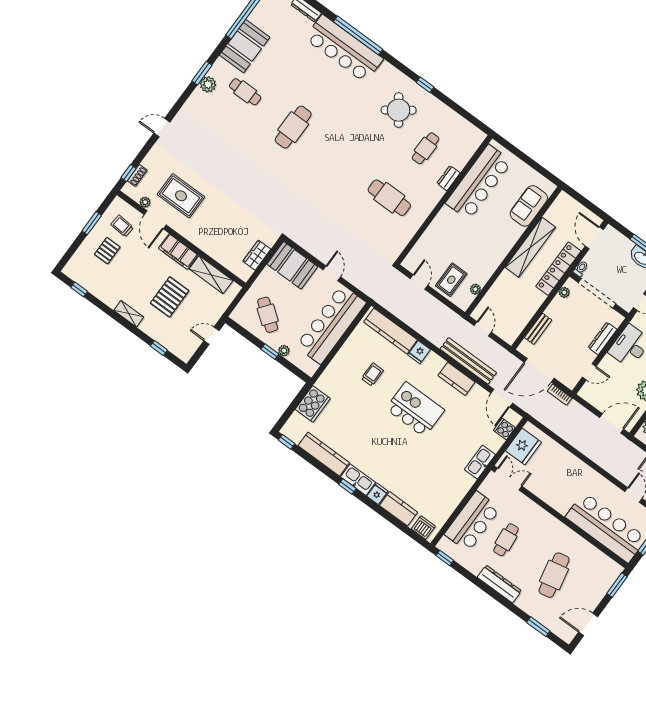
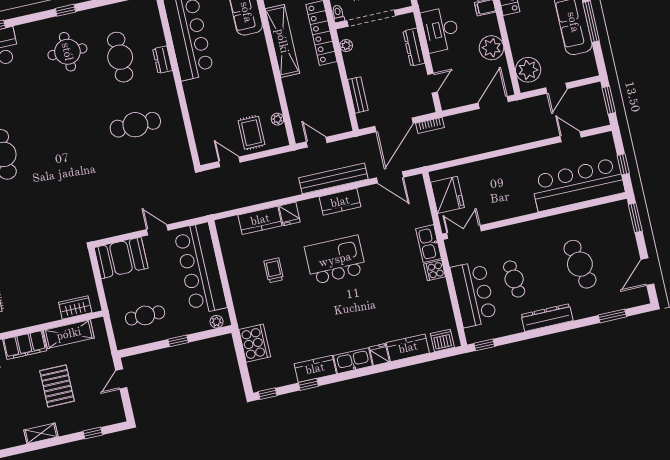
round table: (399, 110) -> (67, 52), turned 36
cafe table: (426, 148) -> (120, 57), width x1.37, depth x1.35
wardrobe: (257, 255) -> (75, 307), moved, turned 90
cafe table: (268, 315) -> (145, 315), turned -37
kitchen counter: (390, 331) -> (260, 220), width x0.67
plant: (284, 351) -> (217, 322), moved
cooker: (504, 429) -> (435, 270), moved
kitchen counter: (324, 454) -> (315, 369), width x0.67
window: (347, 487) -> (308, 384), moved

